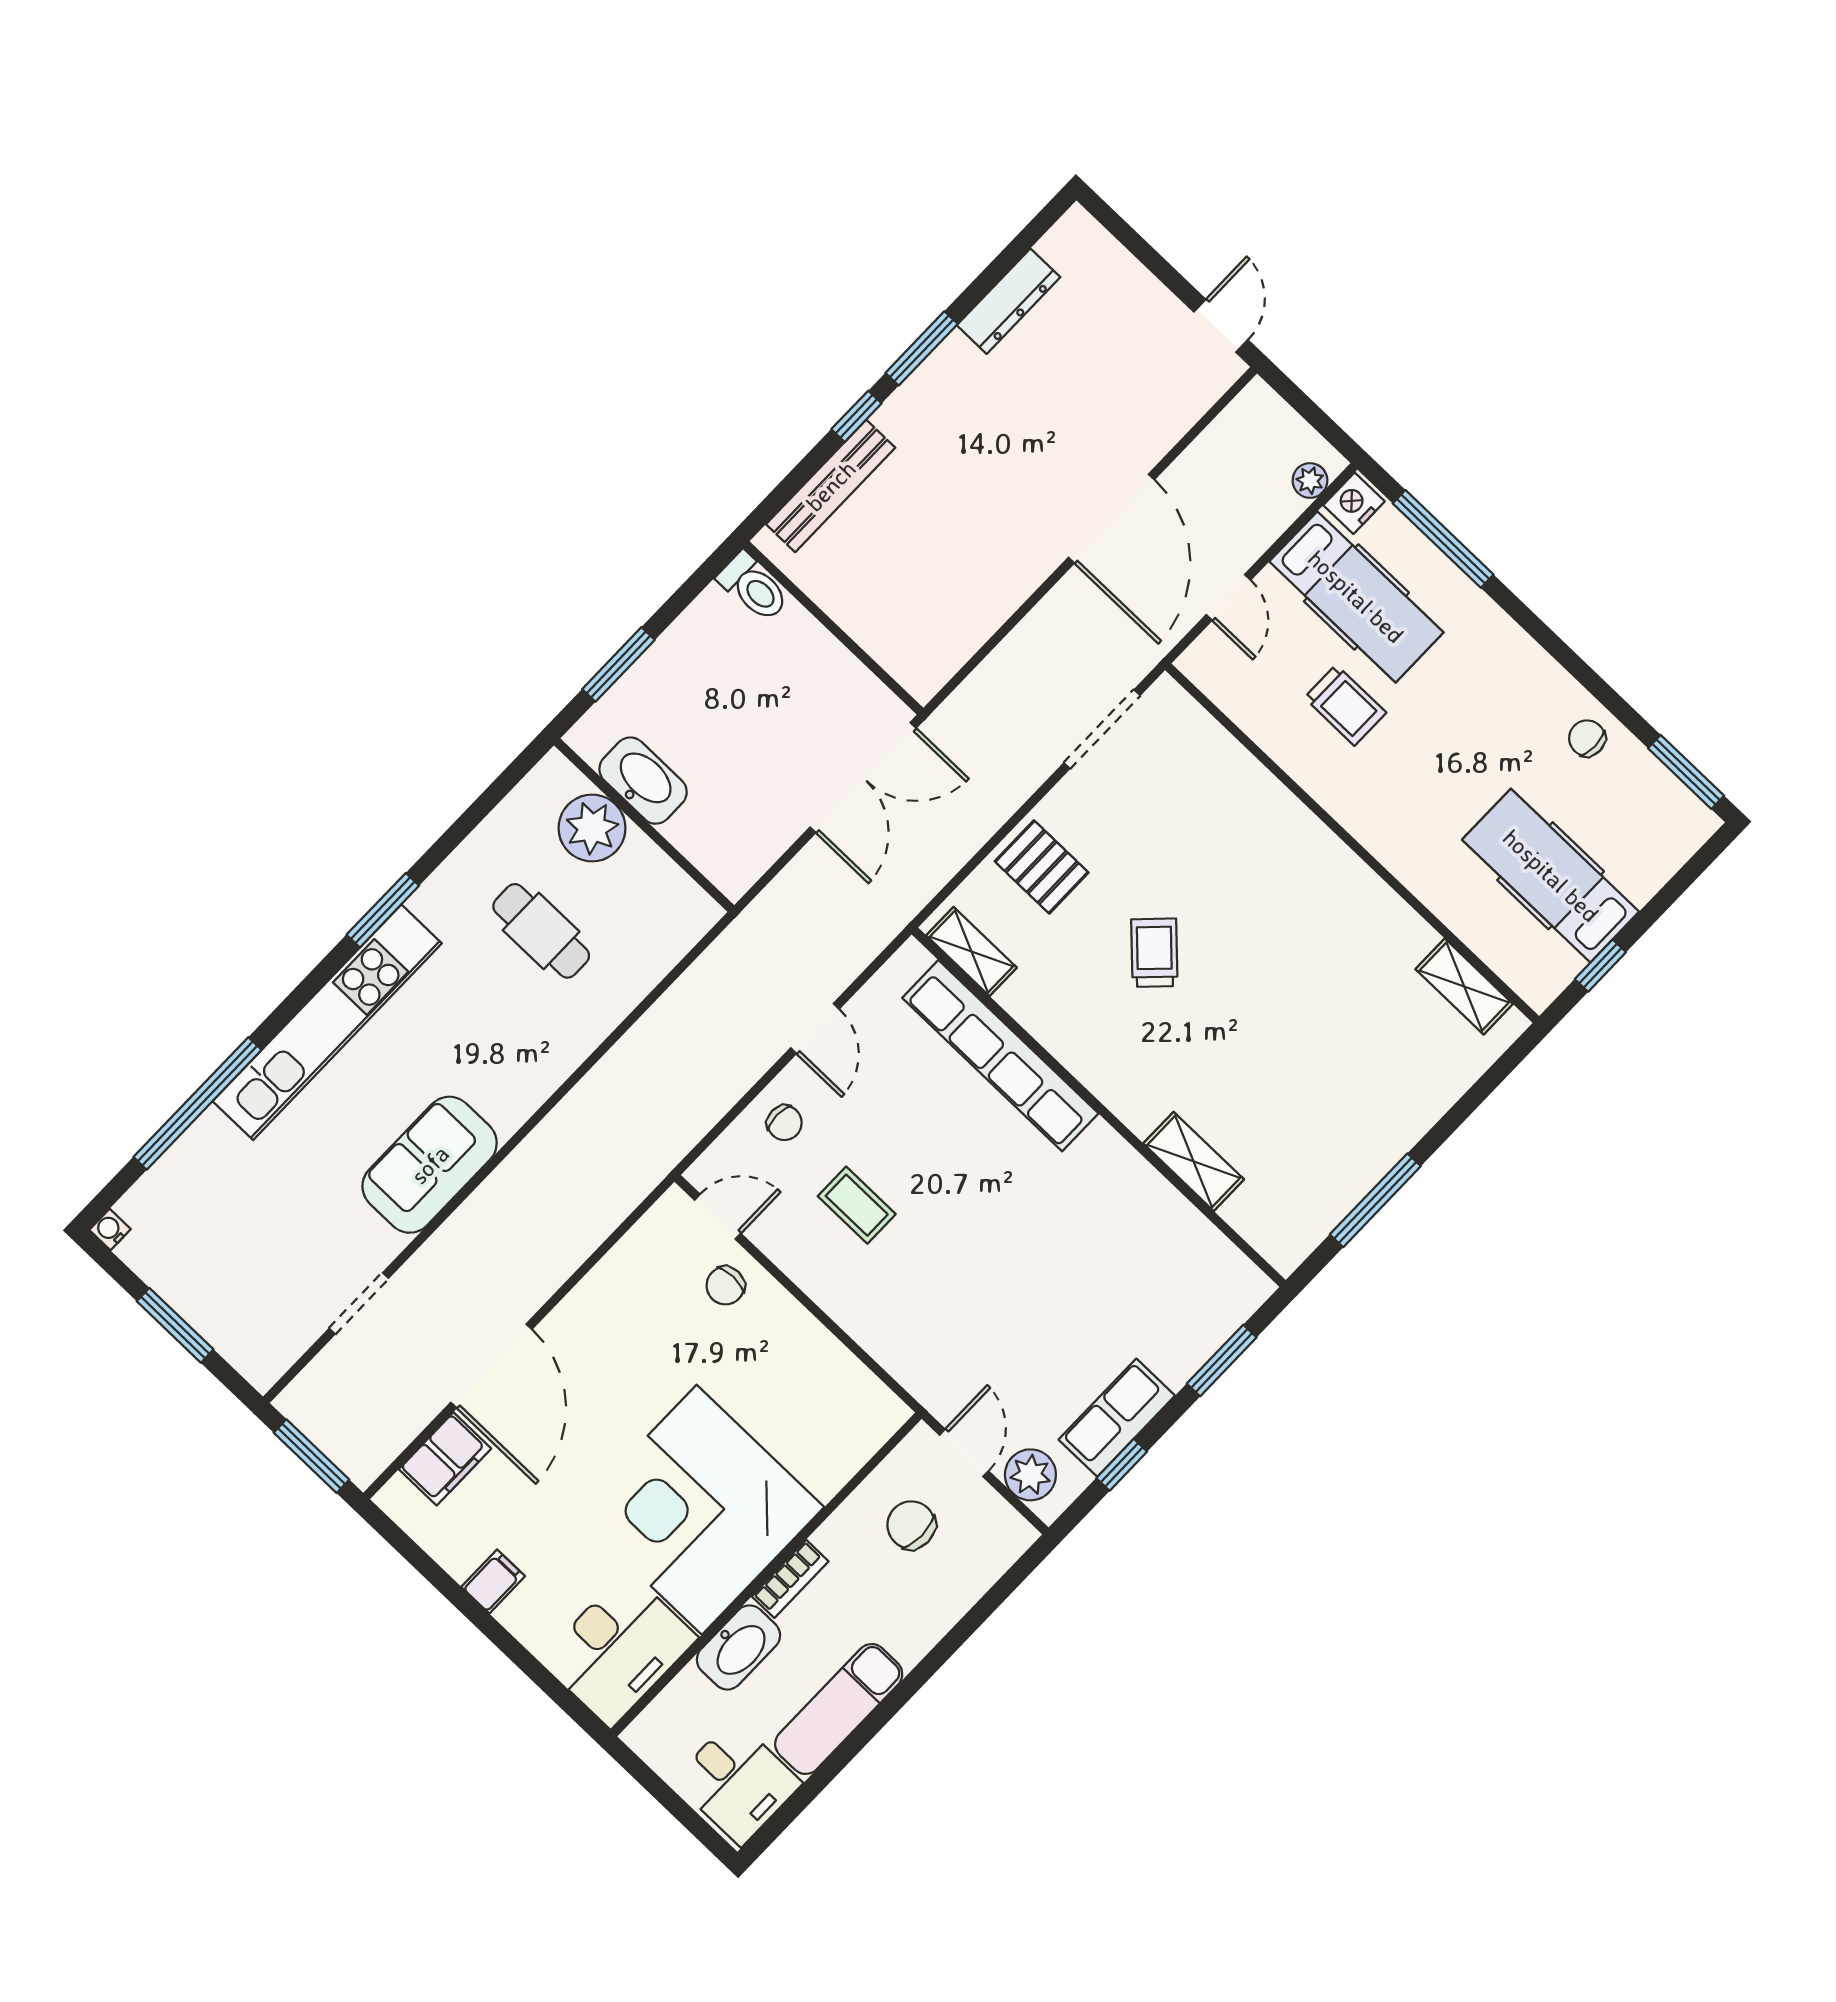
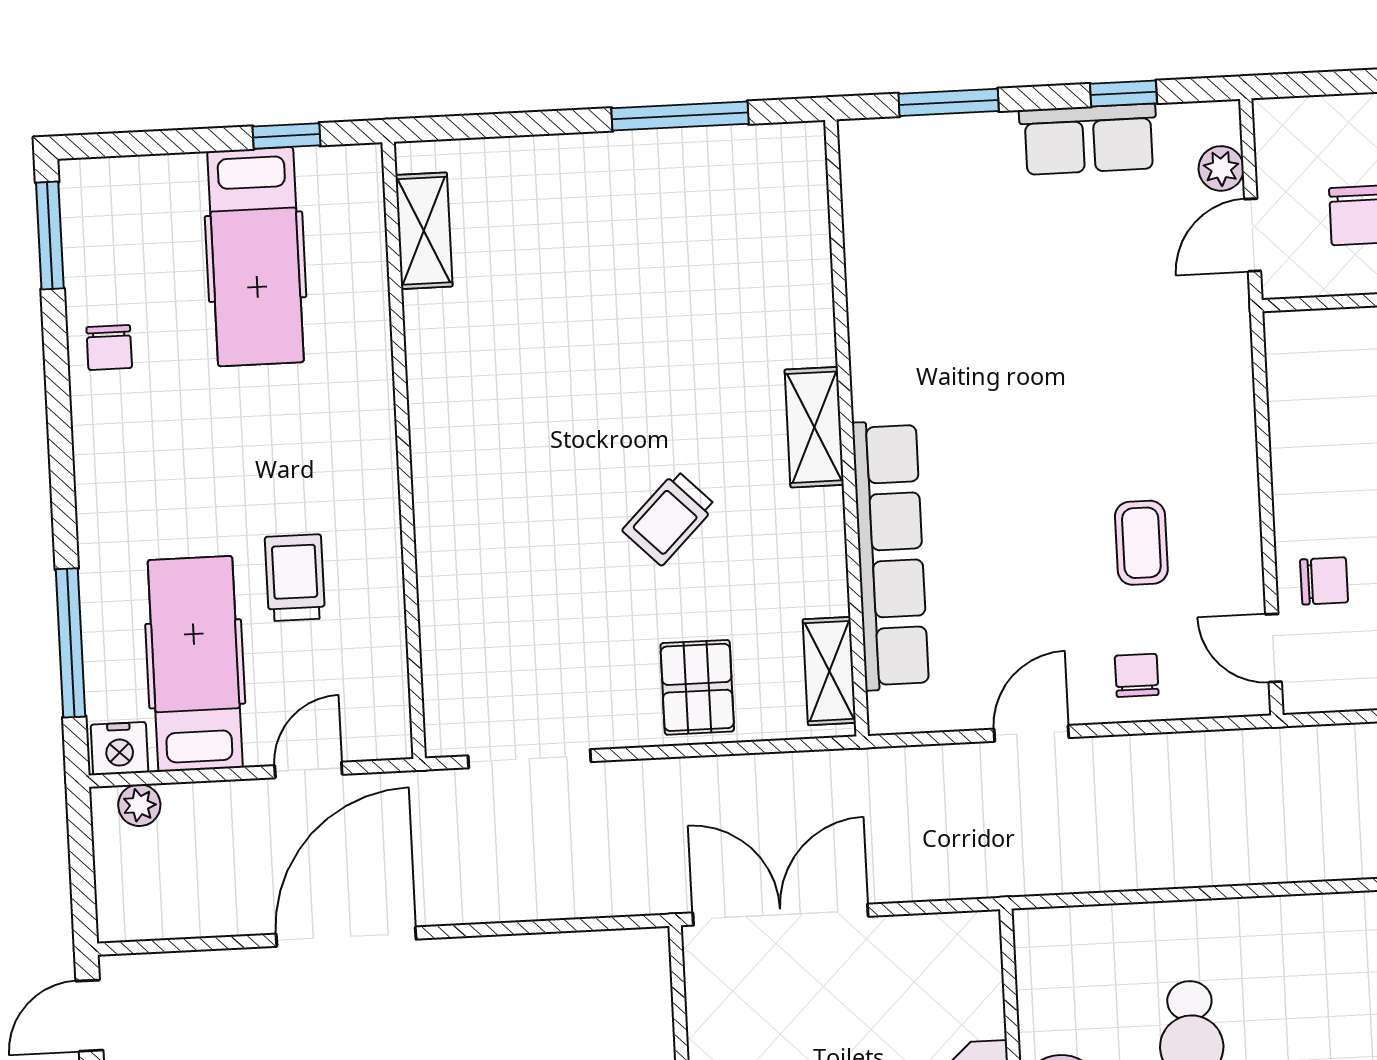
shelving: (1194, 1161) -> (814, 427), moved
plant: (1030, 1475) -> (1221, 168), width x0.73, depth x0.73

